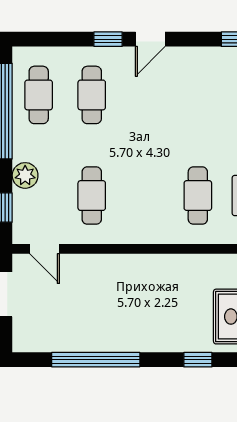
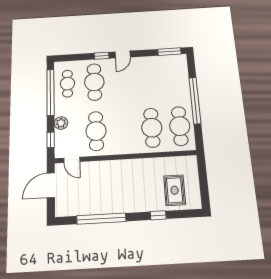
cafe table: (92, 95) -> (94, 82), width x1.37, depth x1.35
cafe table: (92, 196) -> (96, 131), width x1.37, depth x1.35
cafe table: (198, 196) -> (152, 128), width x1.37, depth x1.35

